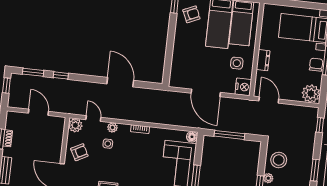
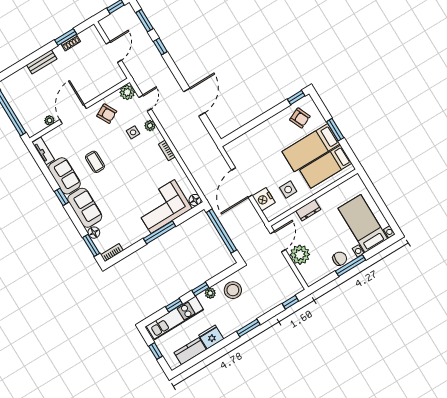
nightstand: (243, 87) -> (264, 199), moved, turned 90
plant: (311, 94) -> (300, 255), moved
window: (229, 135) -> (222, 231), width x1.46

